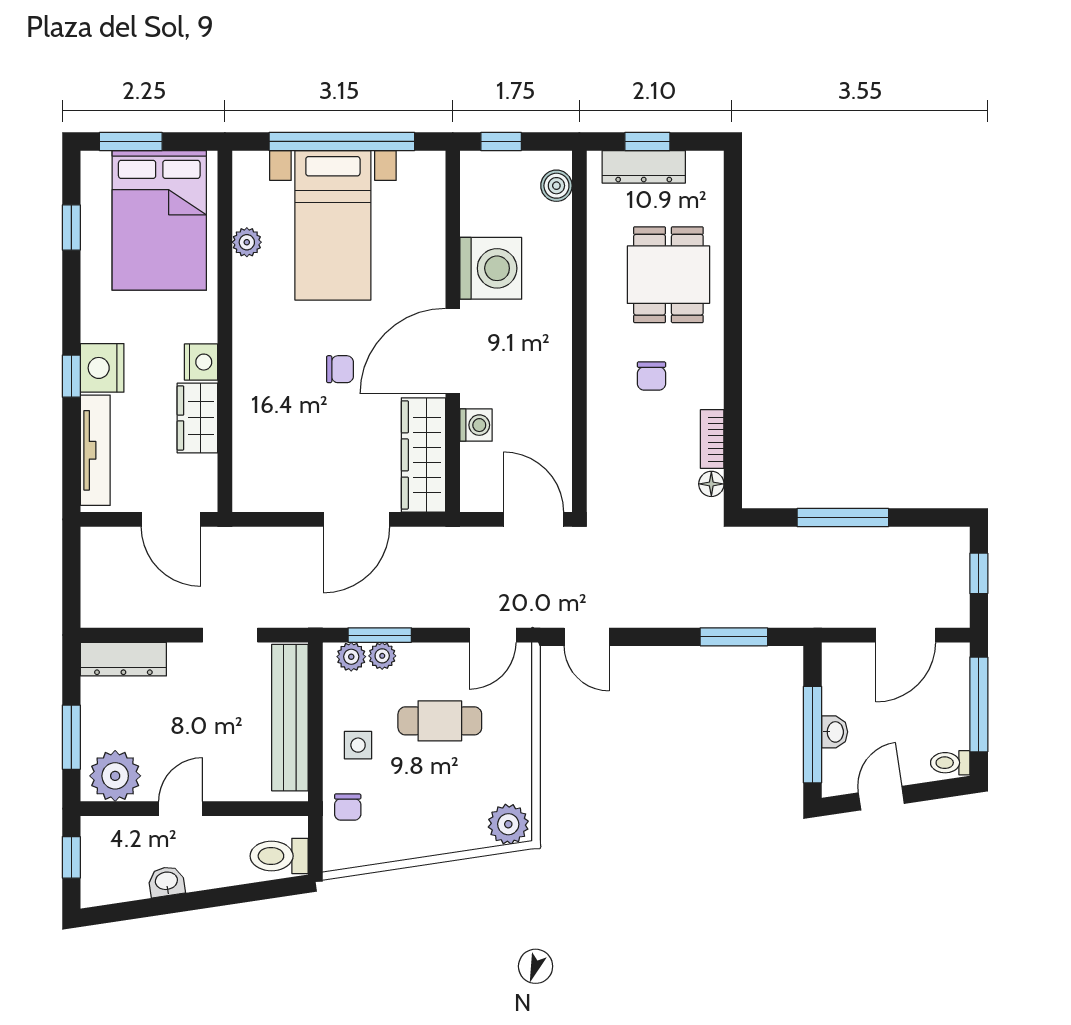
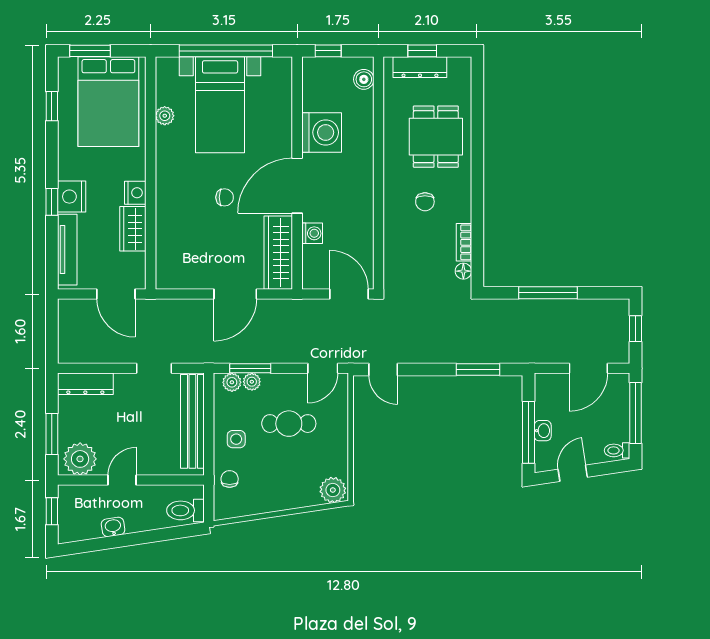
chair: (348, 807) -> (230, 479), turned 180

